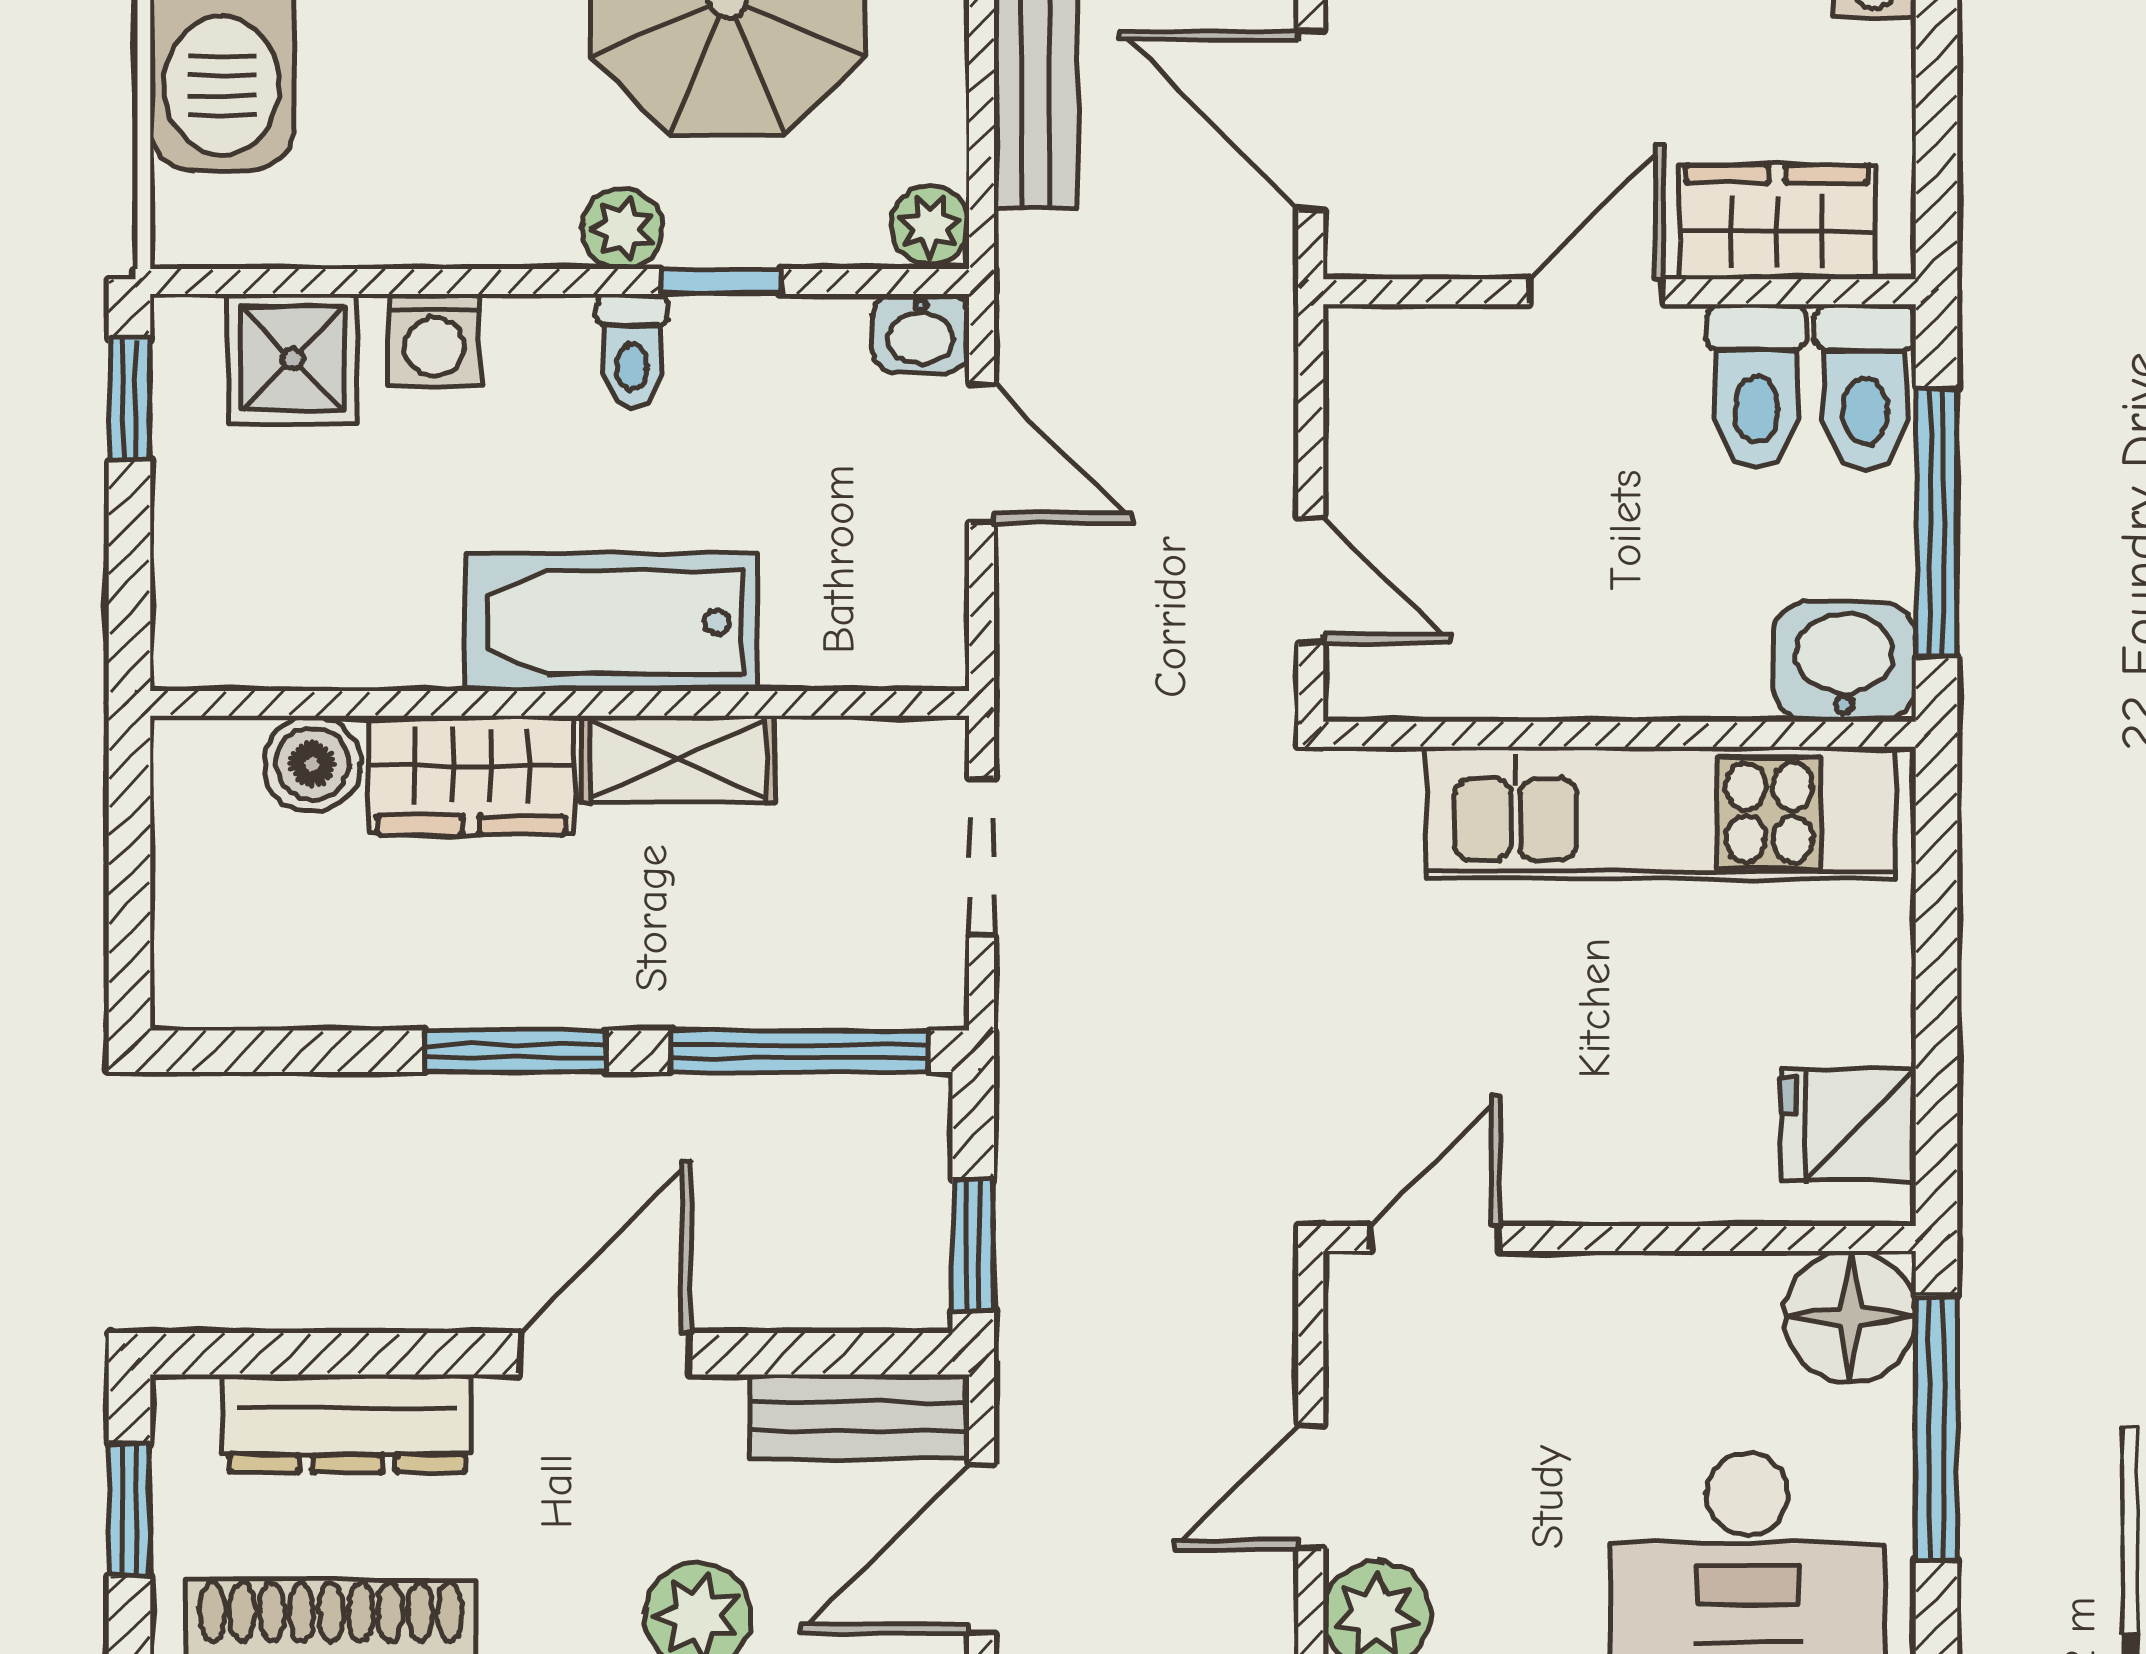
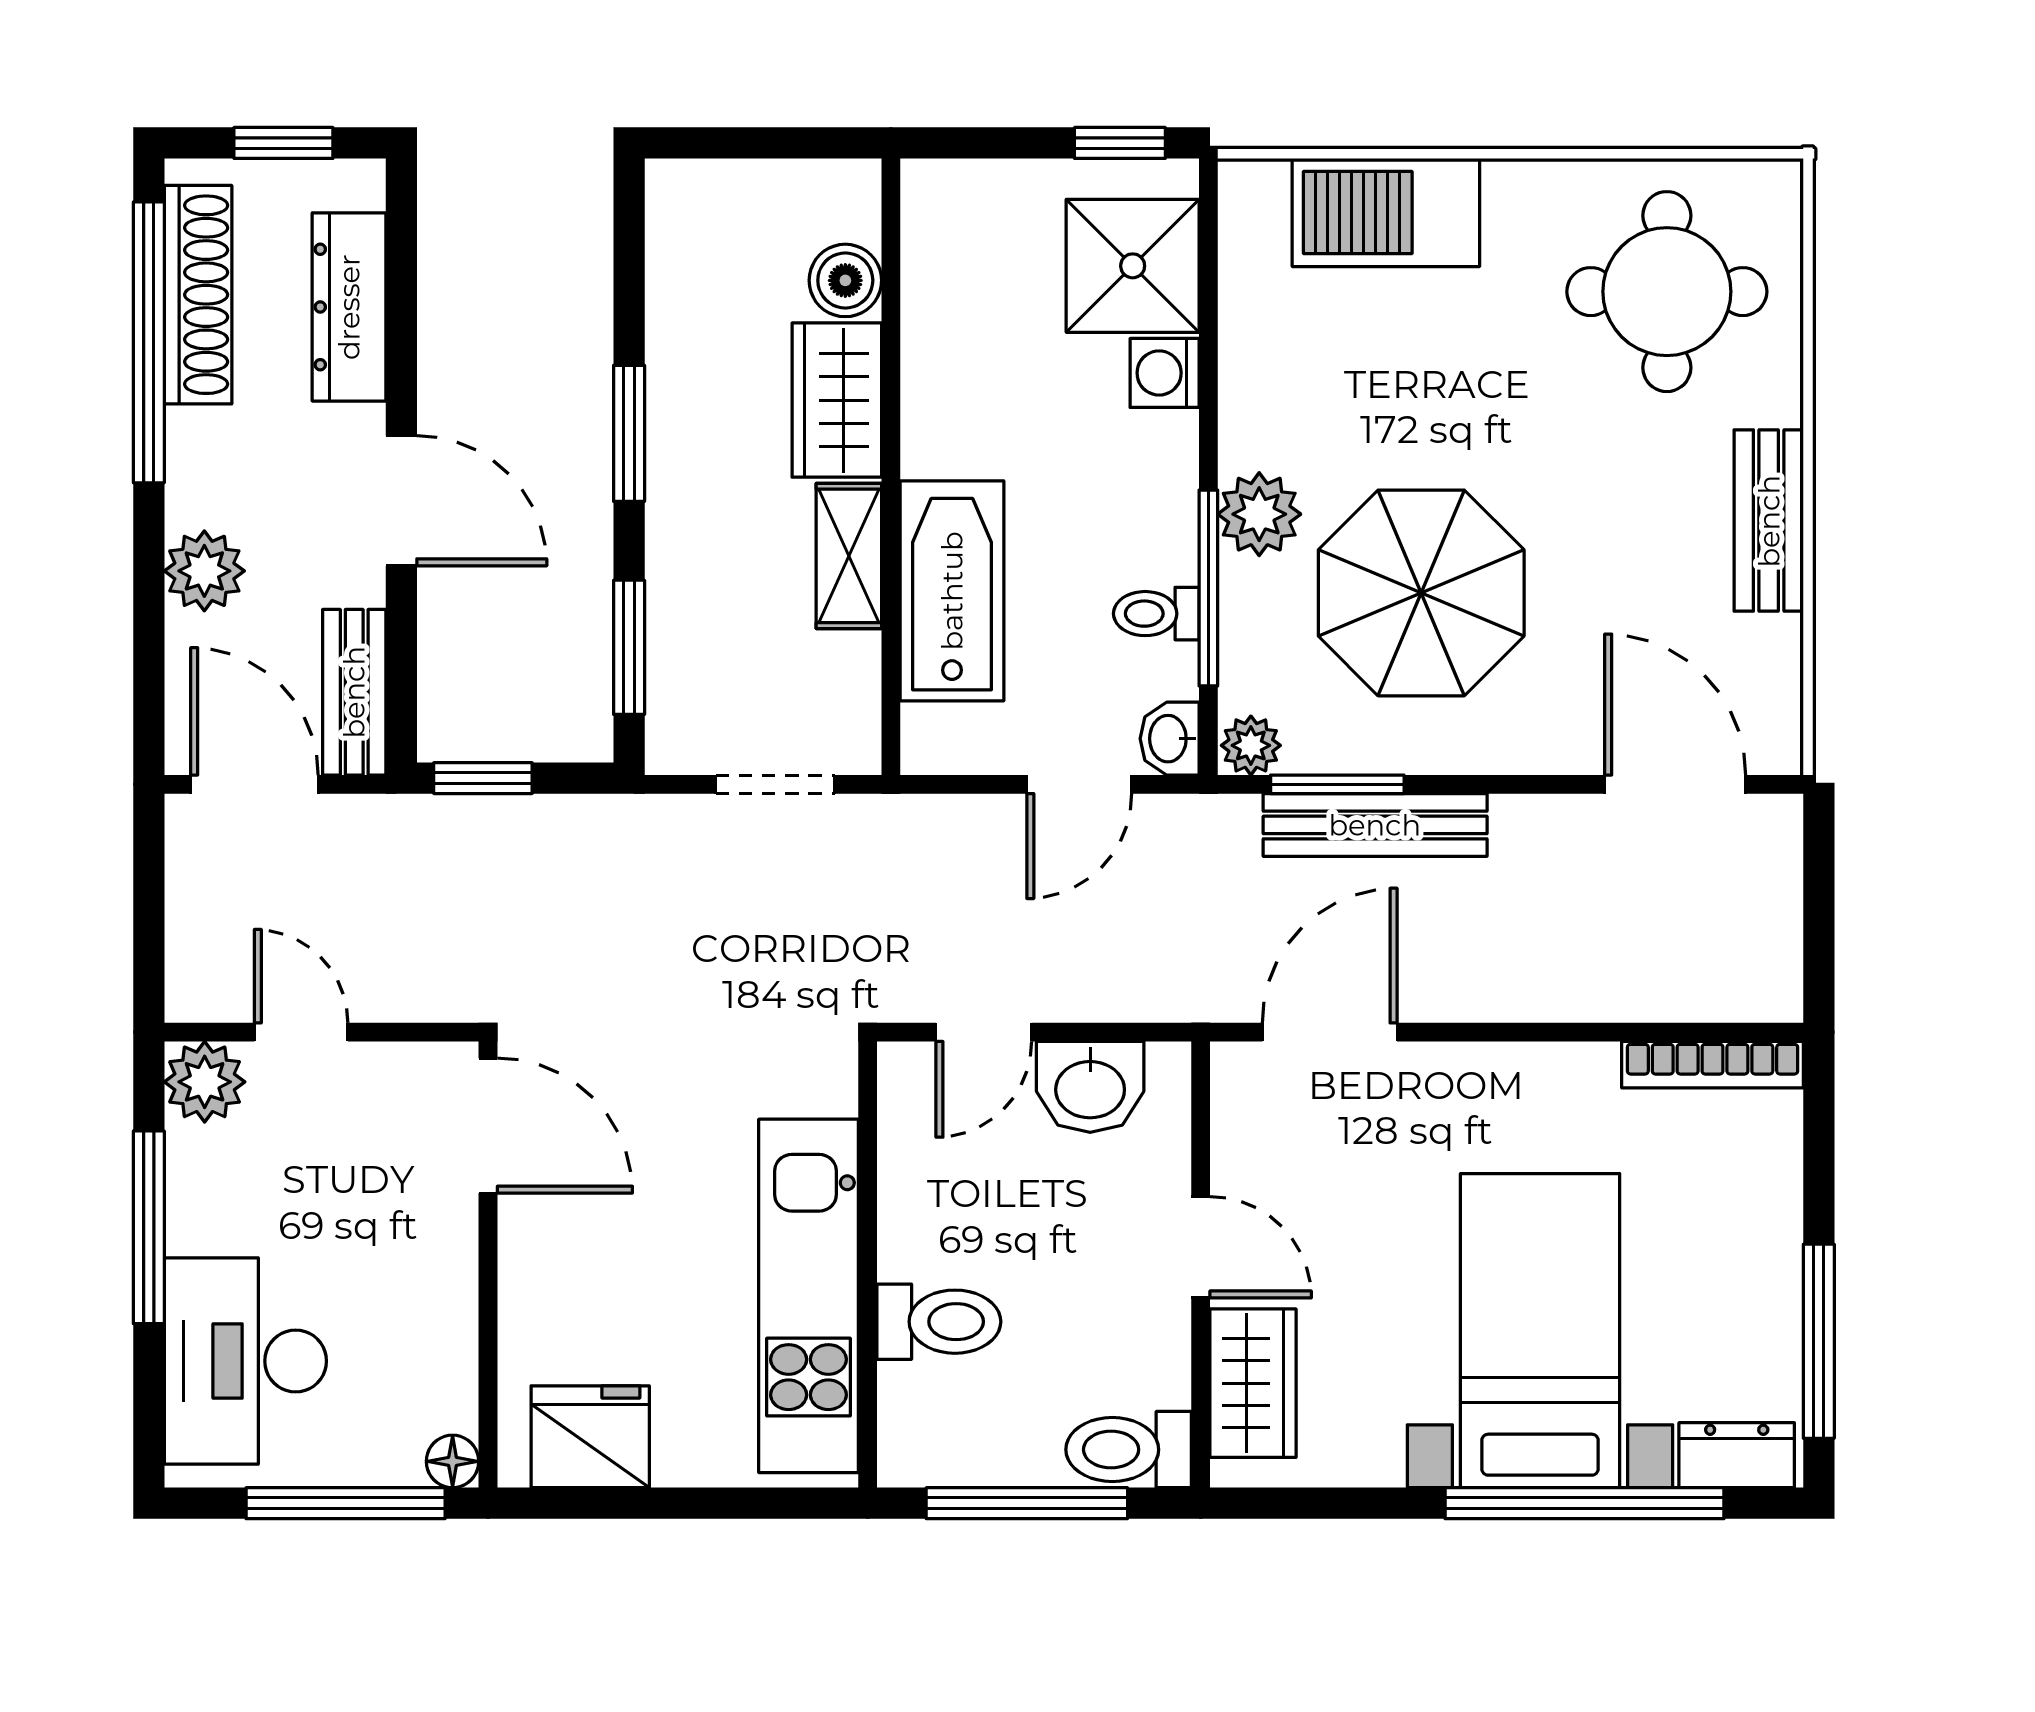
window: (981, 110) -> (1337, 784), added
plant: (623, 229) -> (1259, 514), width x1.38, depth x1.38
window: (721, 281) -> (1208, 588), width x2.17
toilet: (632, 351) -> (1156, 614), moved
shower: (293, 359) -> (1133, 266), width x1.36, depth x1.36
toilet: (1756, 386) -> (939, 1322), moved, turned 180
bathtub: (611, 622) -> (952, 591), moved
washbasin: (1845, 662) -> (1090, 1087), moved, turned 90
window: (799, 1051) -> (629, 647), width x0.69
fridge: (1848, 1125) -> (590, 1437), width x1.38
door: (1435, 1238) -> (488, 1126), width x1.38
floor lamp: (1850, 1317) -> (453, 1461), width x0.53, depth x0.53

